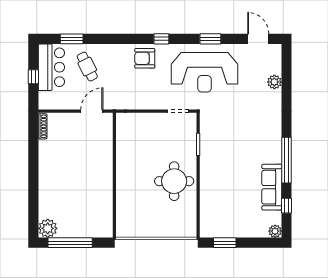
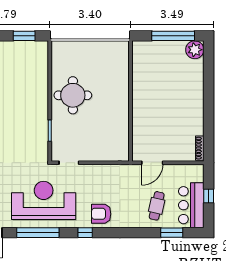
window: (210, 39) -> (38, 233), width x2.11
armchair: (145, 58) -> (101, 214), turned 180
cafe table: (87, 67) -> (157, 206), turned 39

